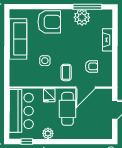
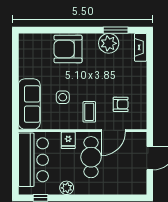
window: (87, 7) -> (116, 30), width x0.69
armchair: (49, 22) -> (68, 49), turned 180
sofa: (18, 39) -> (29, 104), moved
fireplace: (107, 40) -> (141, 47), moved

